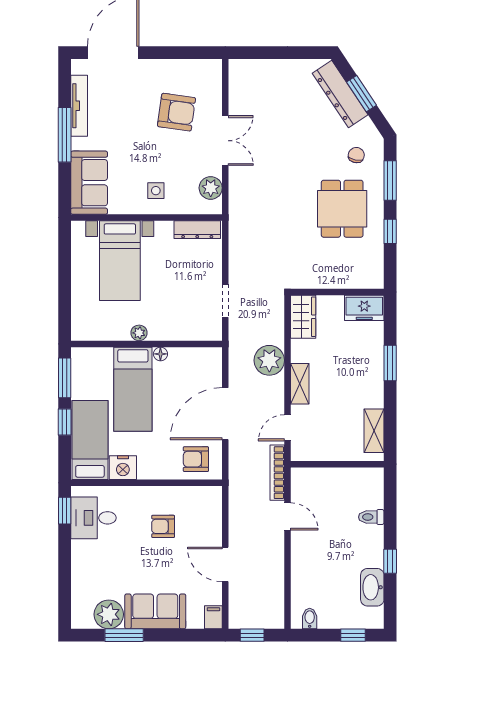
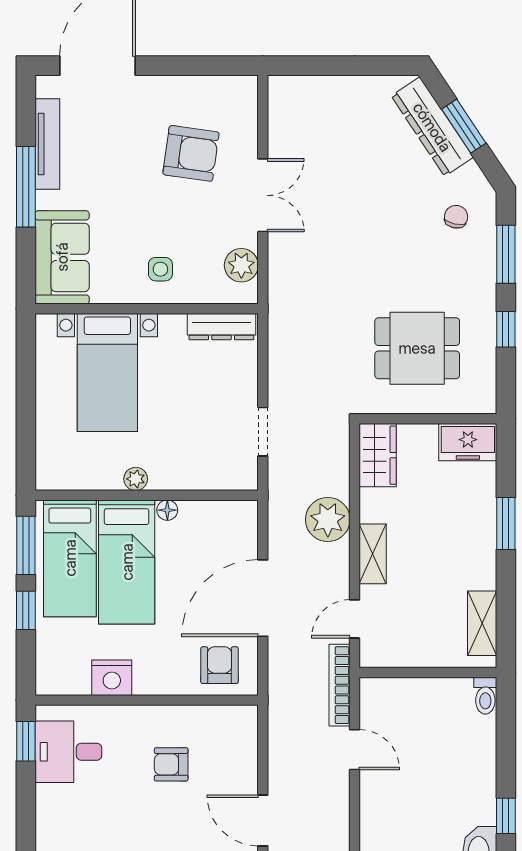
dining table: (342, 209) -> (417, 348), moved, turned 90
bed: (90, 440) -> (70, 558), moved, turned 180
armchair: (196, 459) -> (220, 665), turned 90
toilet: (371, 517) -> (485, 696), moved, turned -90

